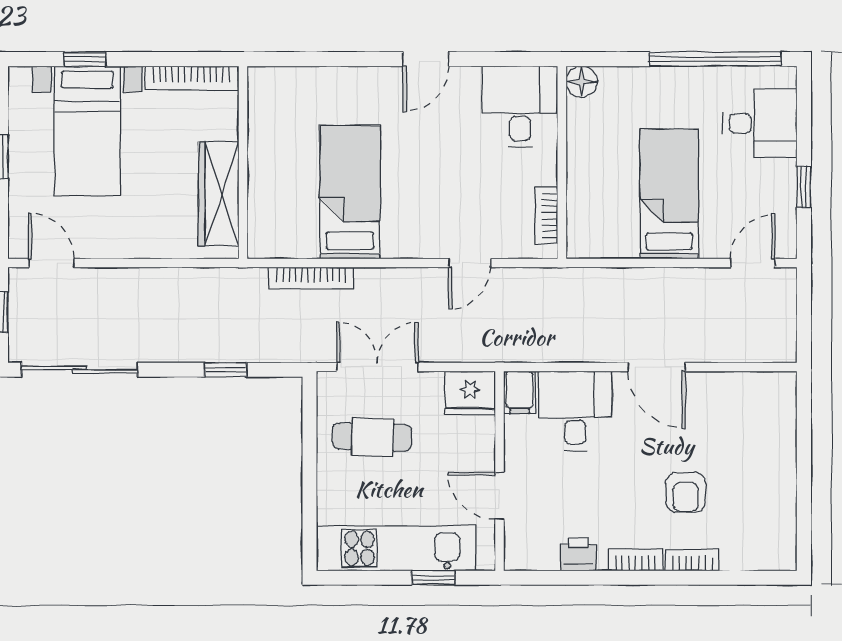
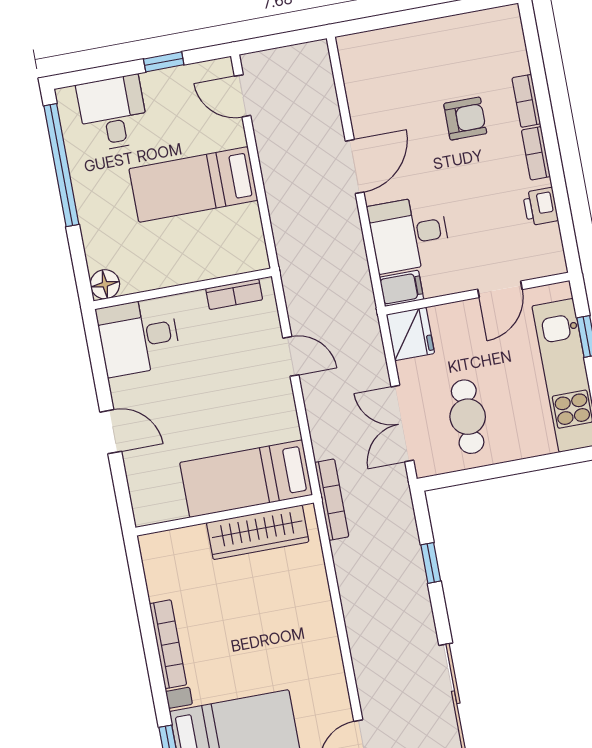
wall: (243, 162) -> (225, 515), moved
wardrobe: (219, 194) -> (258, 532), moved

